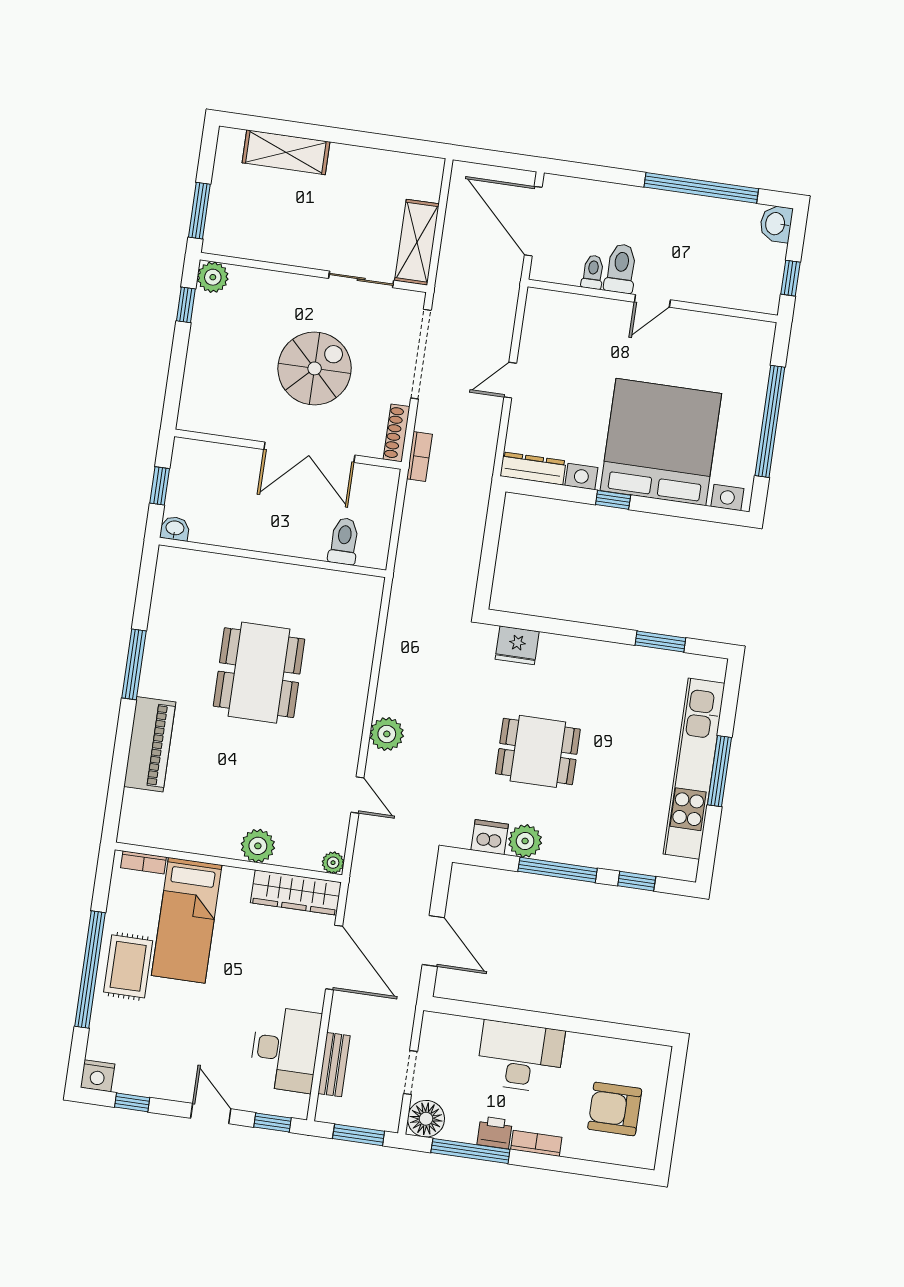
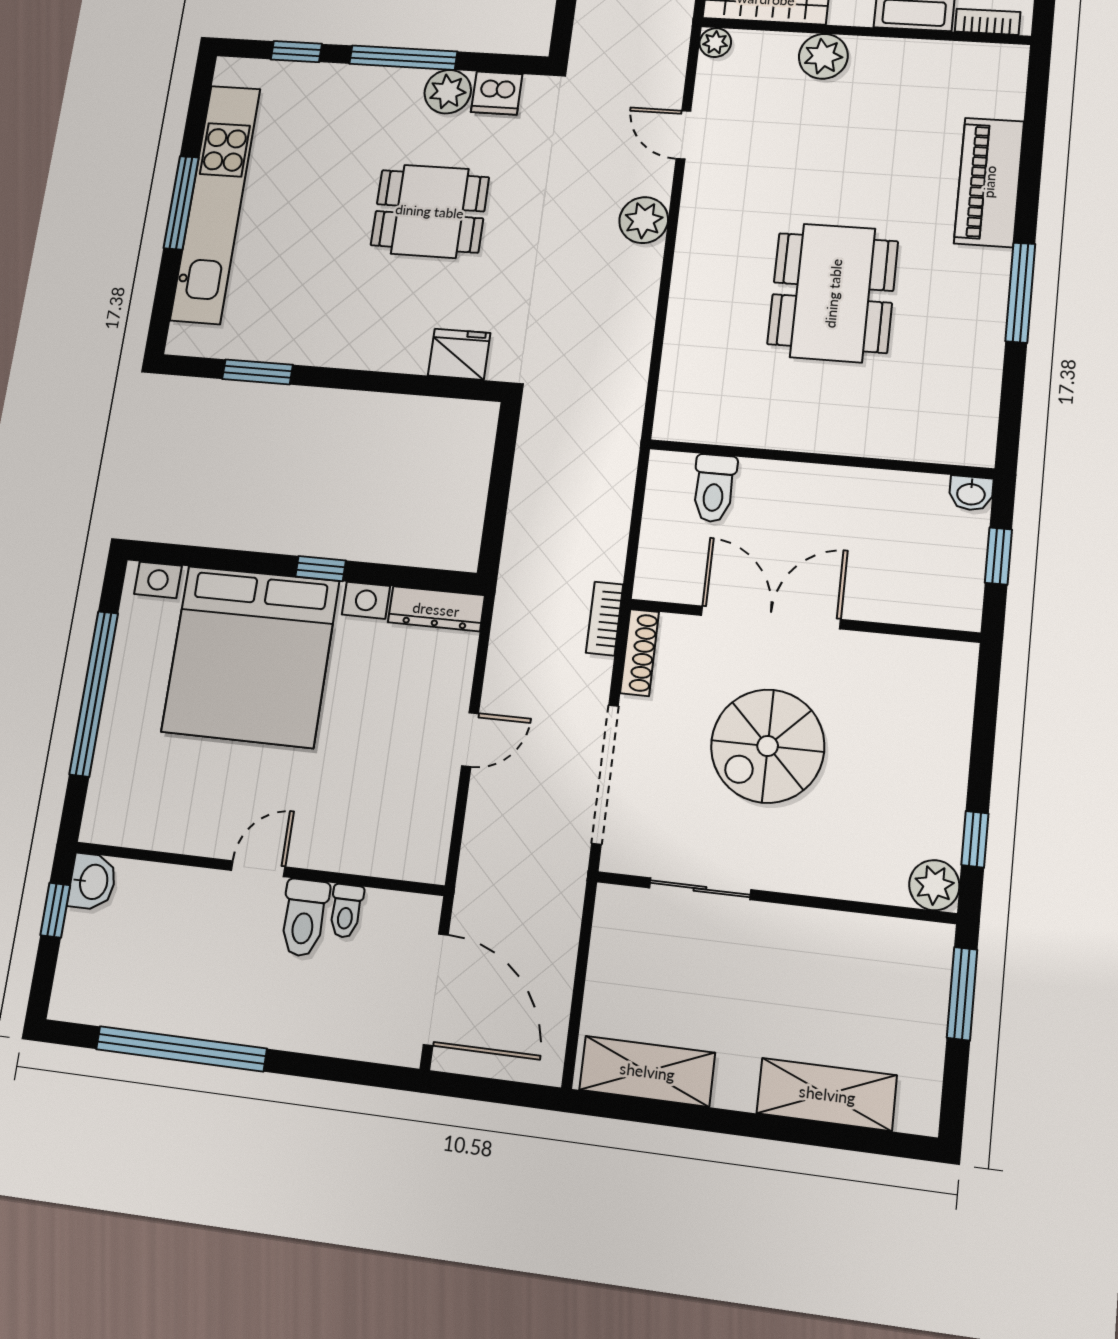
washbasin: (776, 224) -> (92, 882), moved
shelving: (417, 242) -> (647, 1071), moved, turned 90

